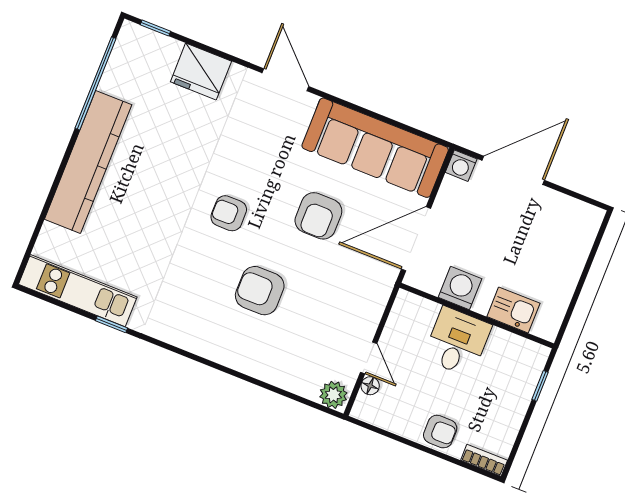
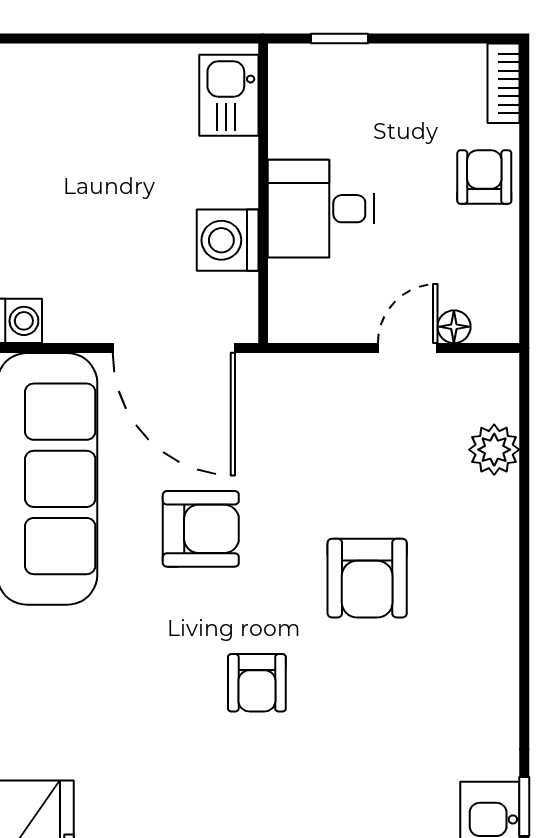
kitchen sink: (513, 310) -> (229, 95), moved
plant: (333, 395) -> (494, 450), moved

